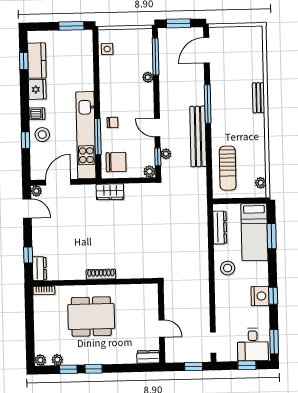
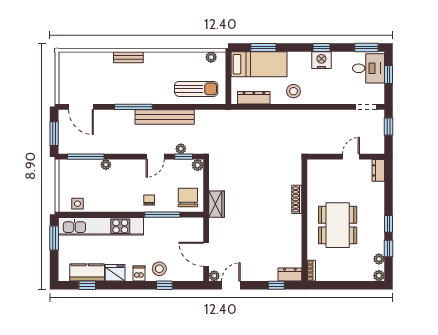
kitchen unit: (86, 135) -> (101, 226), moved
shoe rack: (101, 274) -> (297, 199), moved

